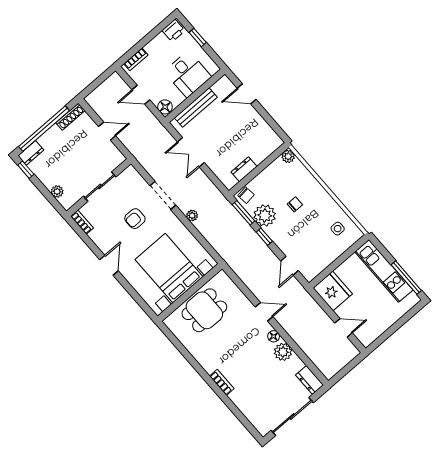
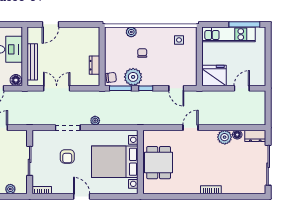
double door: (191, 152) -> (57, 88), swing flipped
plant: (288, 156) -> (131, 32), moved
floor lamp: (274, 336) -> (237, 135), moved

